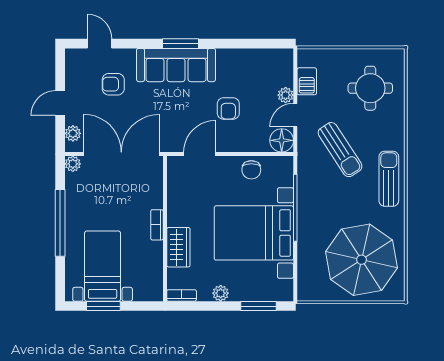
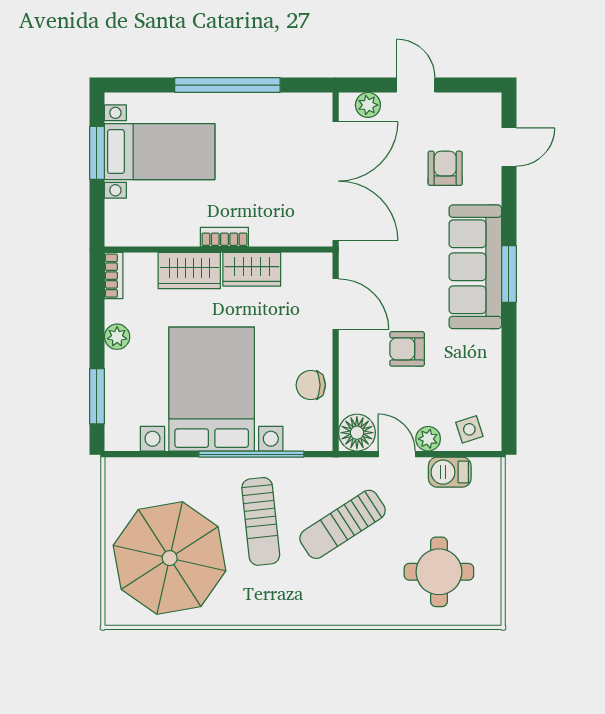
side table: (280, 69) -> (469, 429), added
plant: (73, 164) -> (320, 105), removed
sun lounger: (389, 179) -> (261, 521), moved, turned 84
wardrobe: (178, 207) -> (252, 269), added

